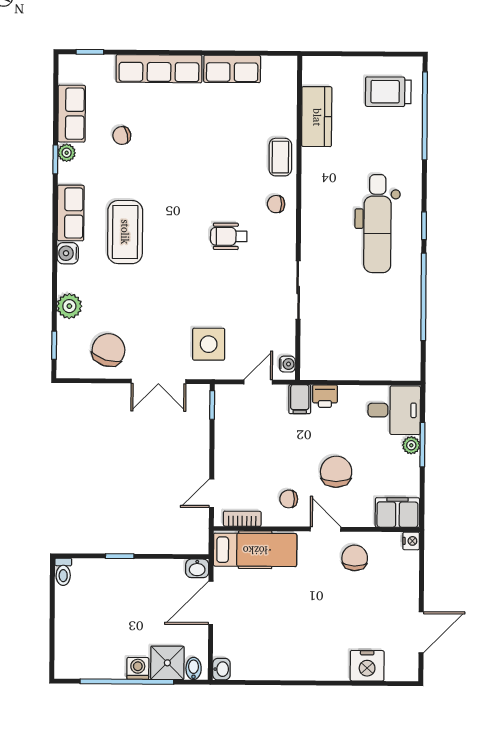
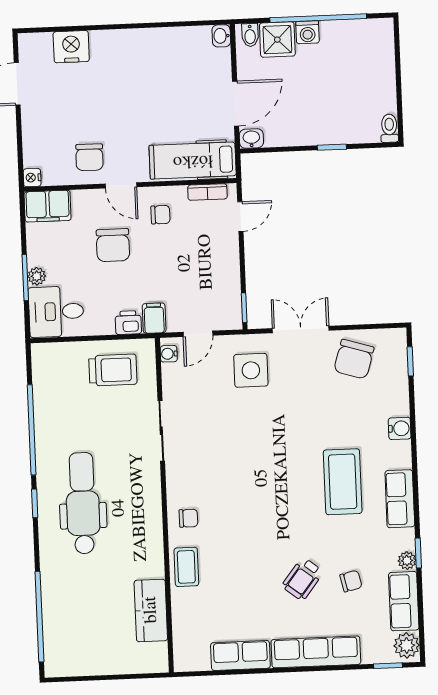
trolley: (388, 92) -> (113, 370), moved
wheelchair: (229, 236) -> (303, 579), moved, turned 128
water cooler: (68, 253) -> (400, 428), moved
plant: (69, 306) -> (407, 645), moved

